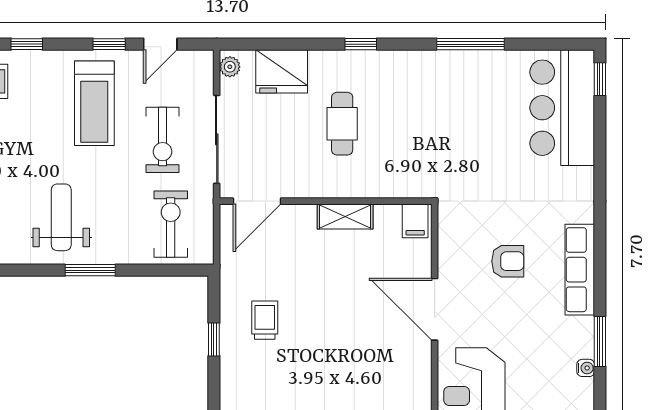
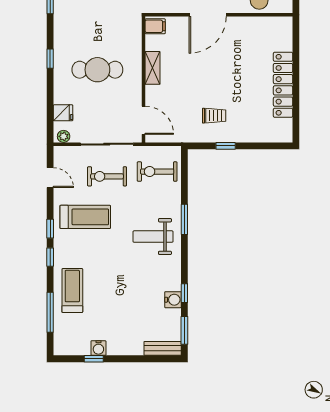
window: (109, 44) -> (50, 229), moved
fridge: (282, 71) -> (63, 113), width x0.53, depth x0.75
cafe table: (342, 124) -> (97, 70), width x1.37, depth x1.35
exercise bike: (163, 140) -> (107, 176), turned 180
trolley: (265, 320) -> (214, 116), turned 180

